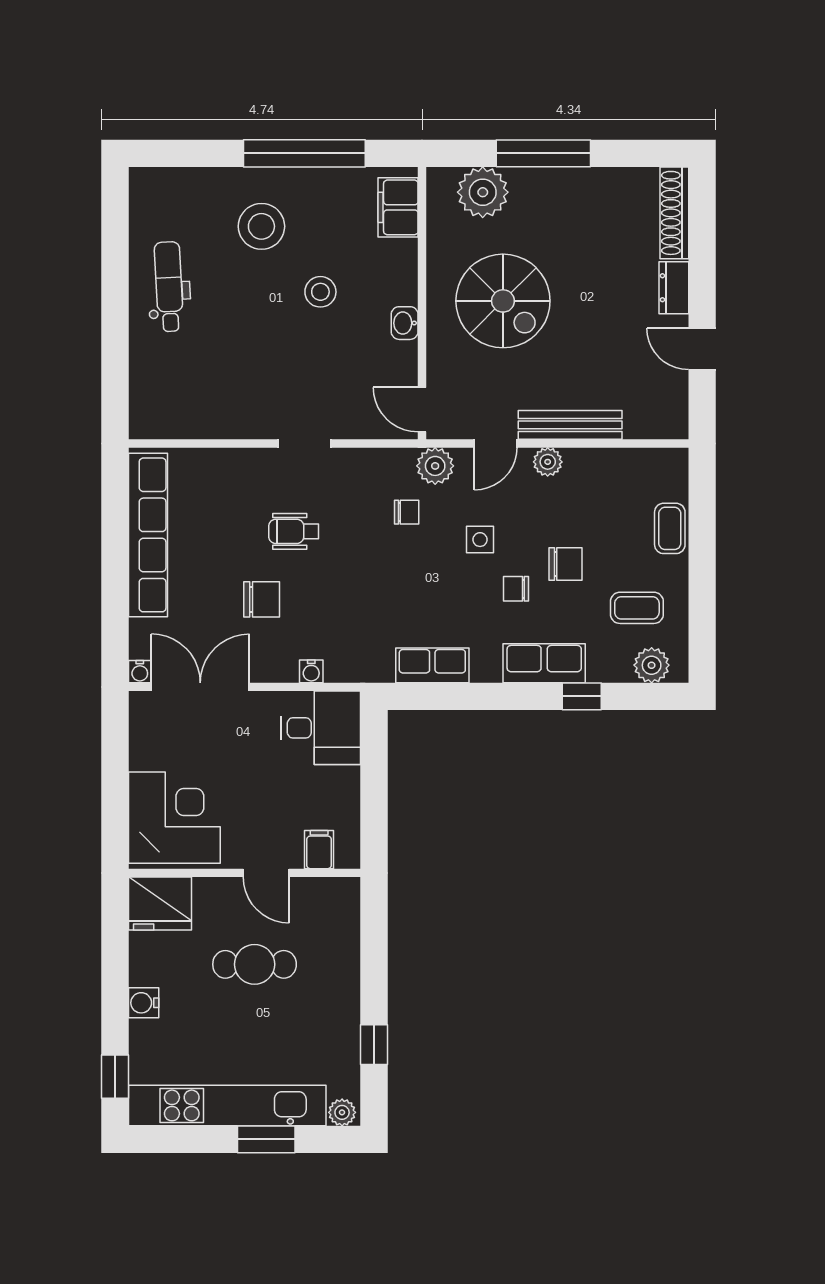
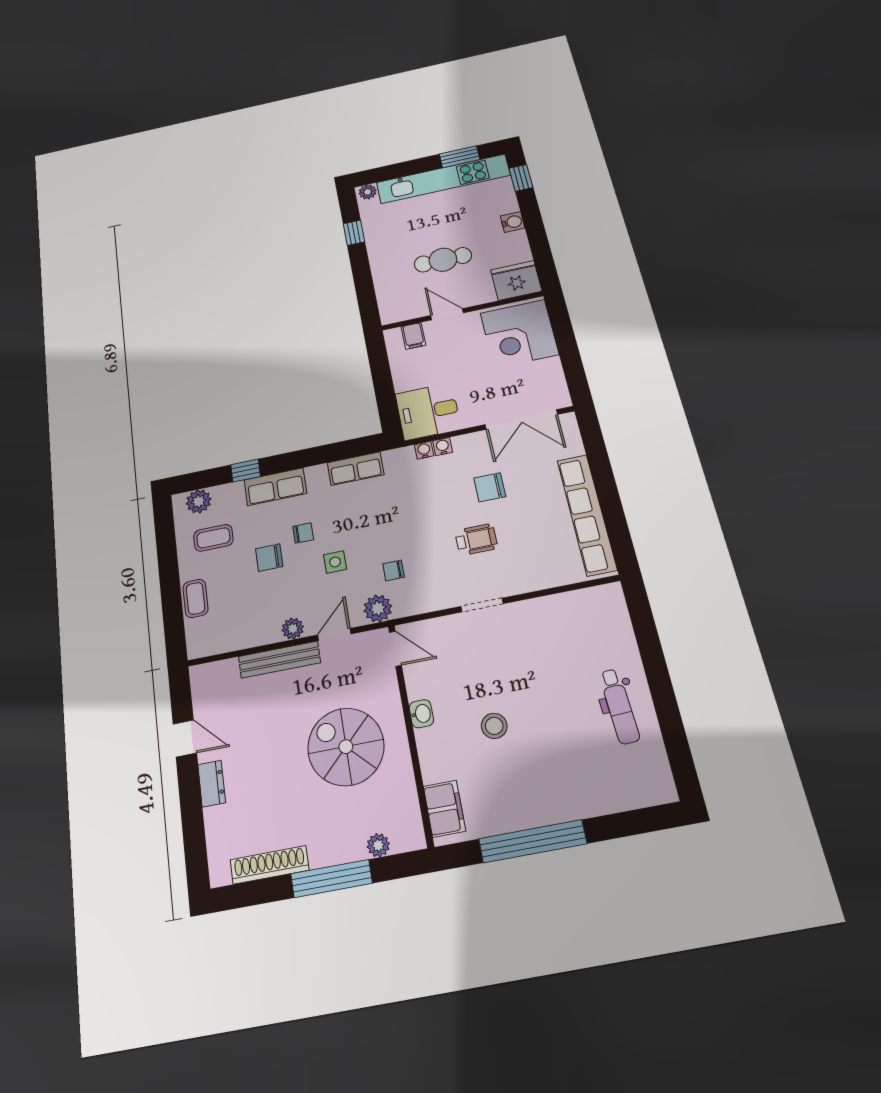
plant: (483, 192) -> (378, 845), width x0.53, depth x0.53
shoe rack: (674, 213) -> (270, 865), moved, turned -90
stool: (261, 226) -> (555, 771), removed
water cooler: (140, 672) -> (424, 450), moved
window: (266, 1139) -> (459, 157), moved

